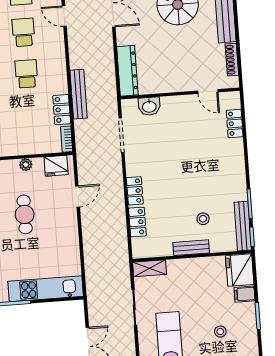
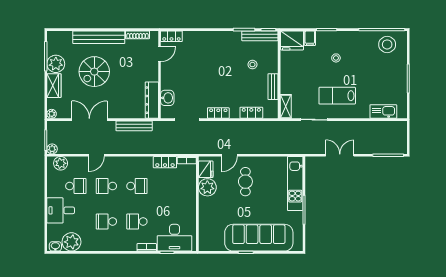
dresser: (127, 71) -> (152, 100), moved, turned -90
school desk: (26, 74) -> (137, 186), turned 180
bench: (79, 94) -> (134, 126), moved
locker: (235, 123) -> (171, 36), moved
plant: (26, 165) -> (207, 187), width x1.88, depth x1.88
locker: (135, 191) -> (218, 113), moved
door: (78, 196) -> (229, 155), swing flipped
cafe table: (25, 214) -> (245, 182), moved, turned 90
bench: (191, 248) -> (273, 87), moved

